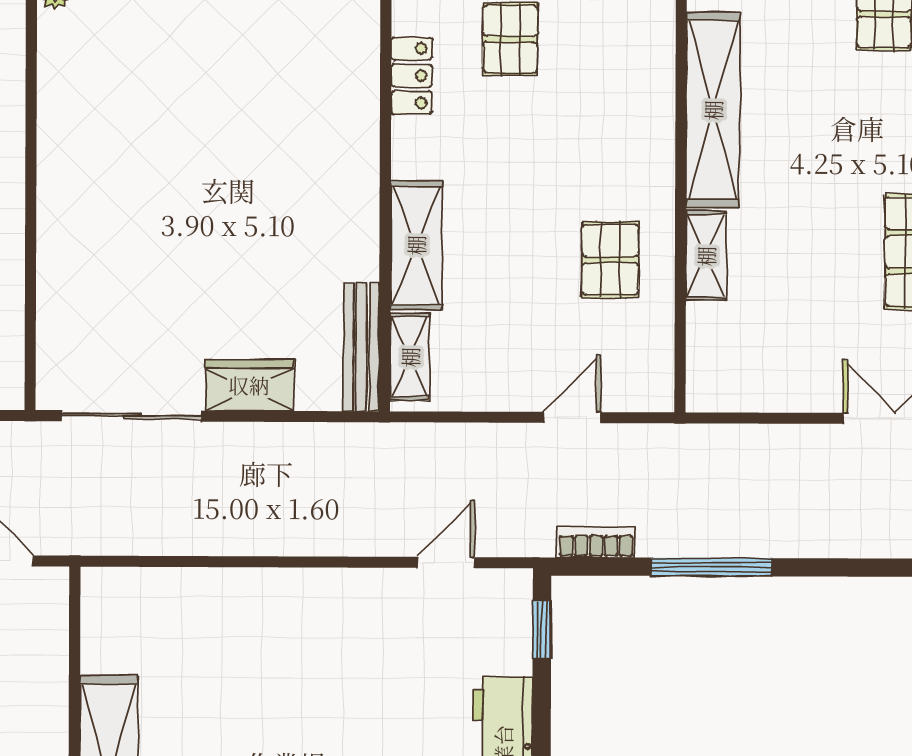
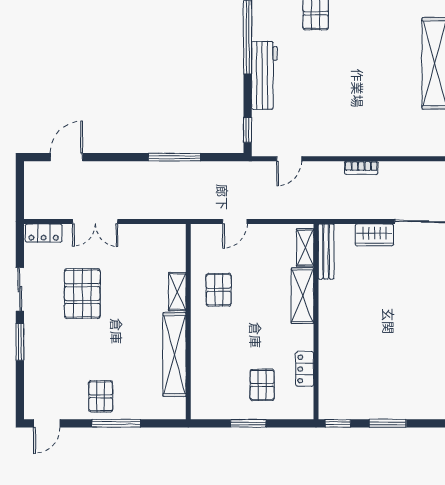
bookcase: (596, 542) -> (361, 168), moved

